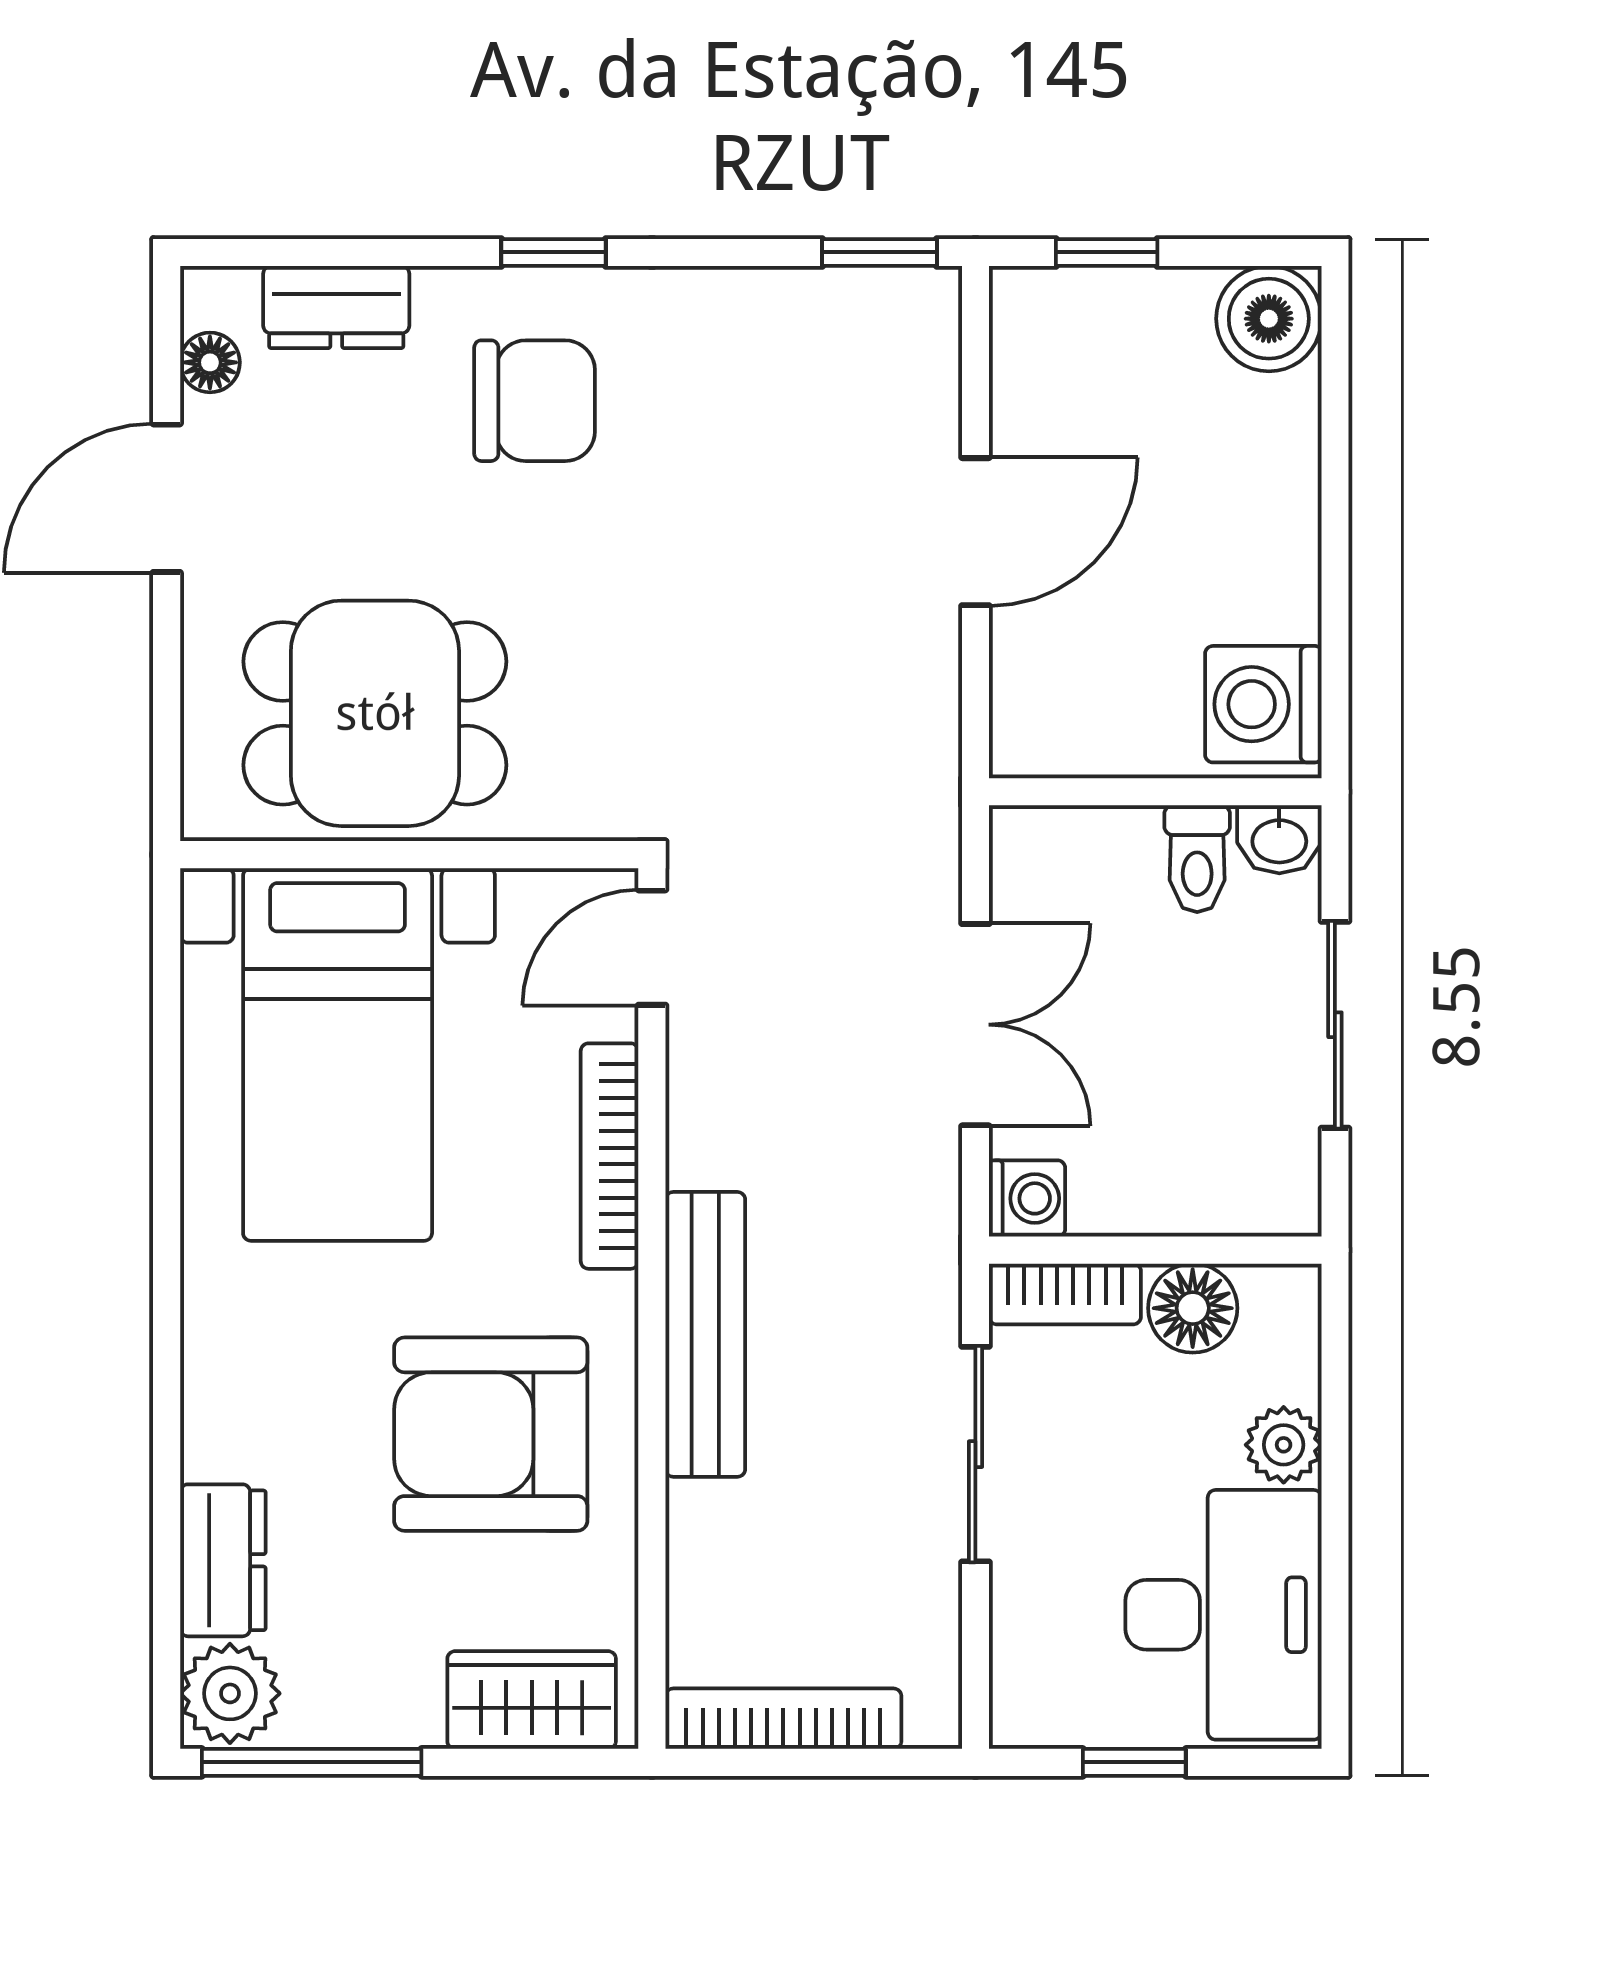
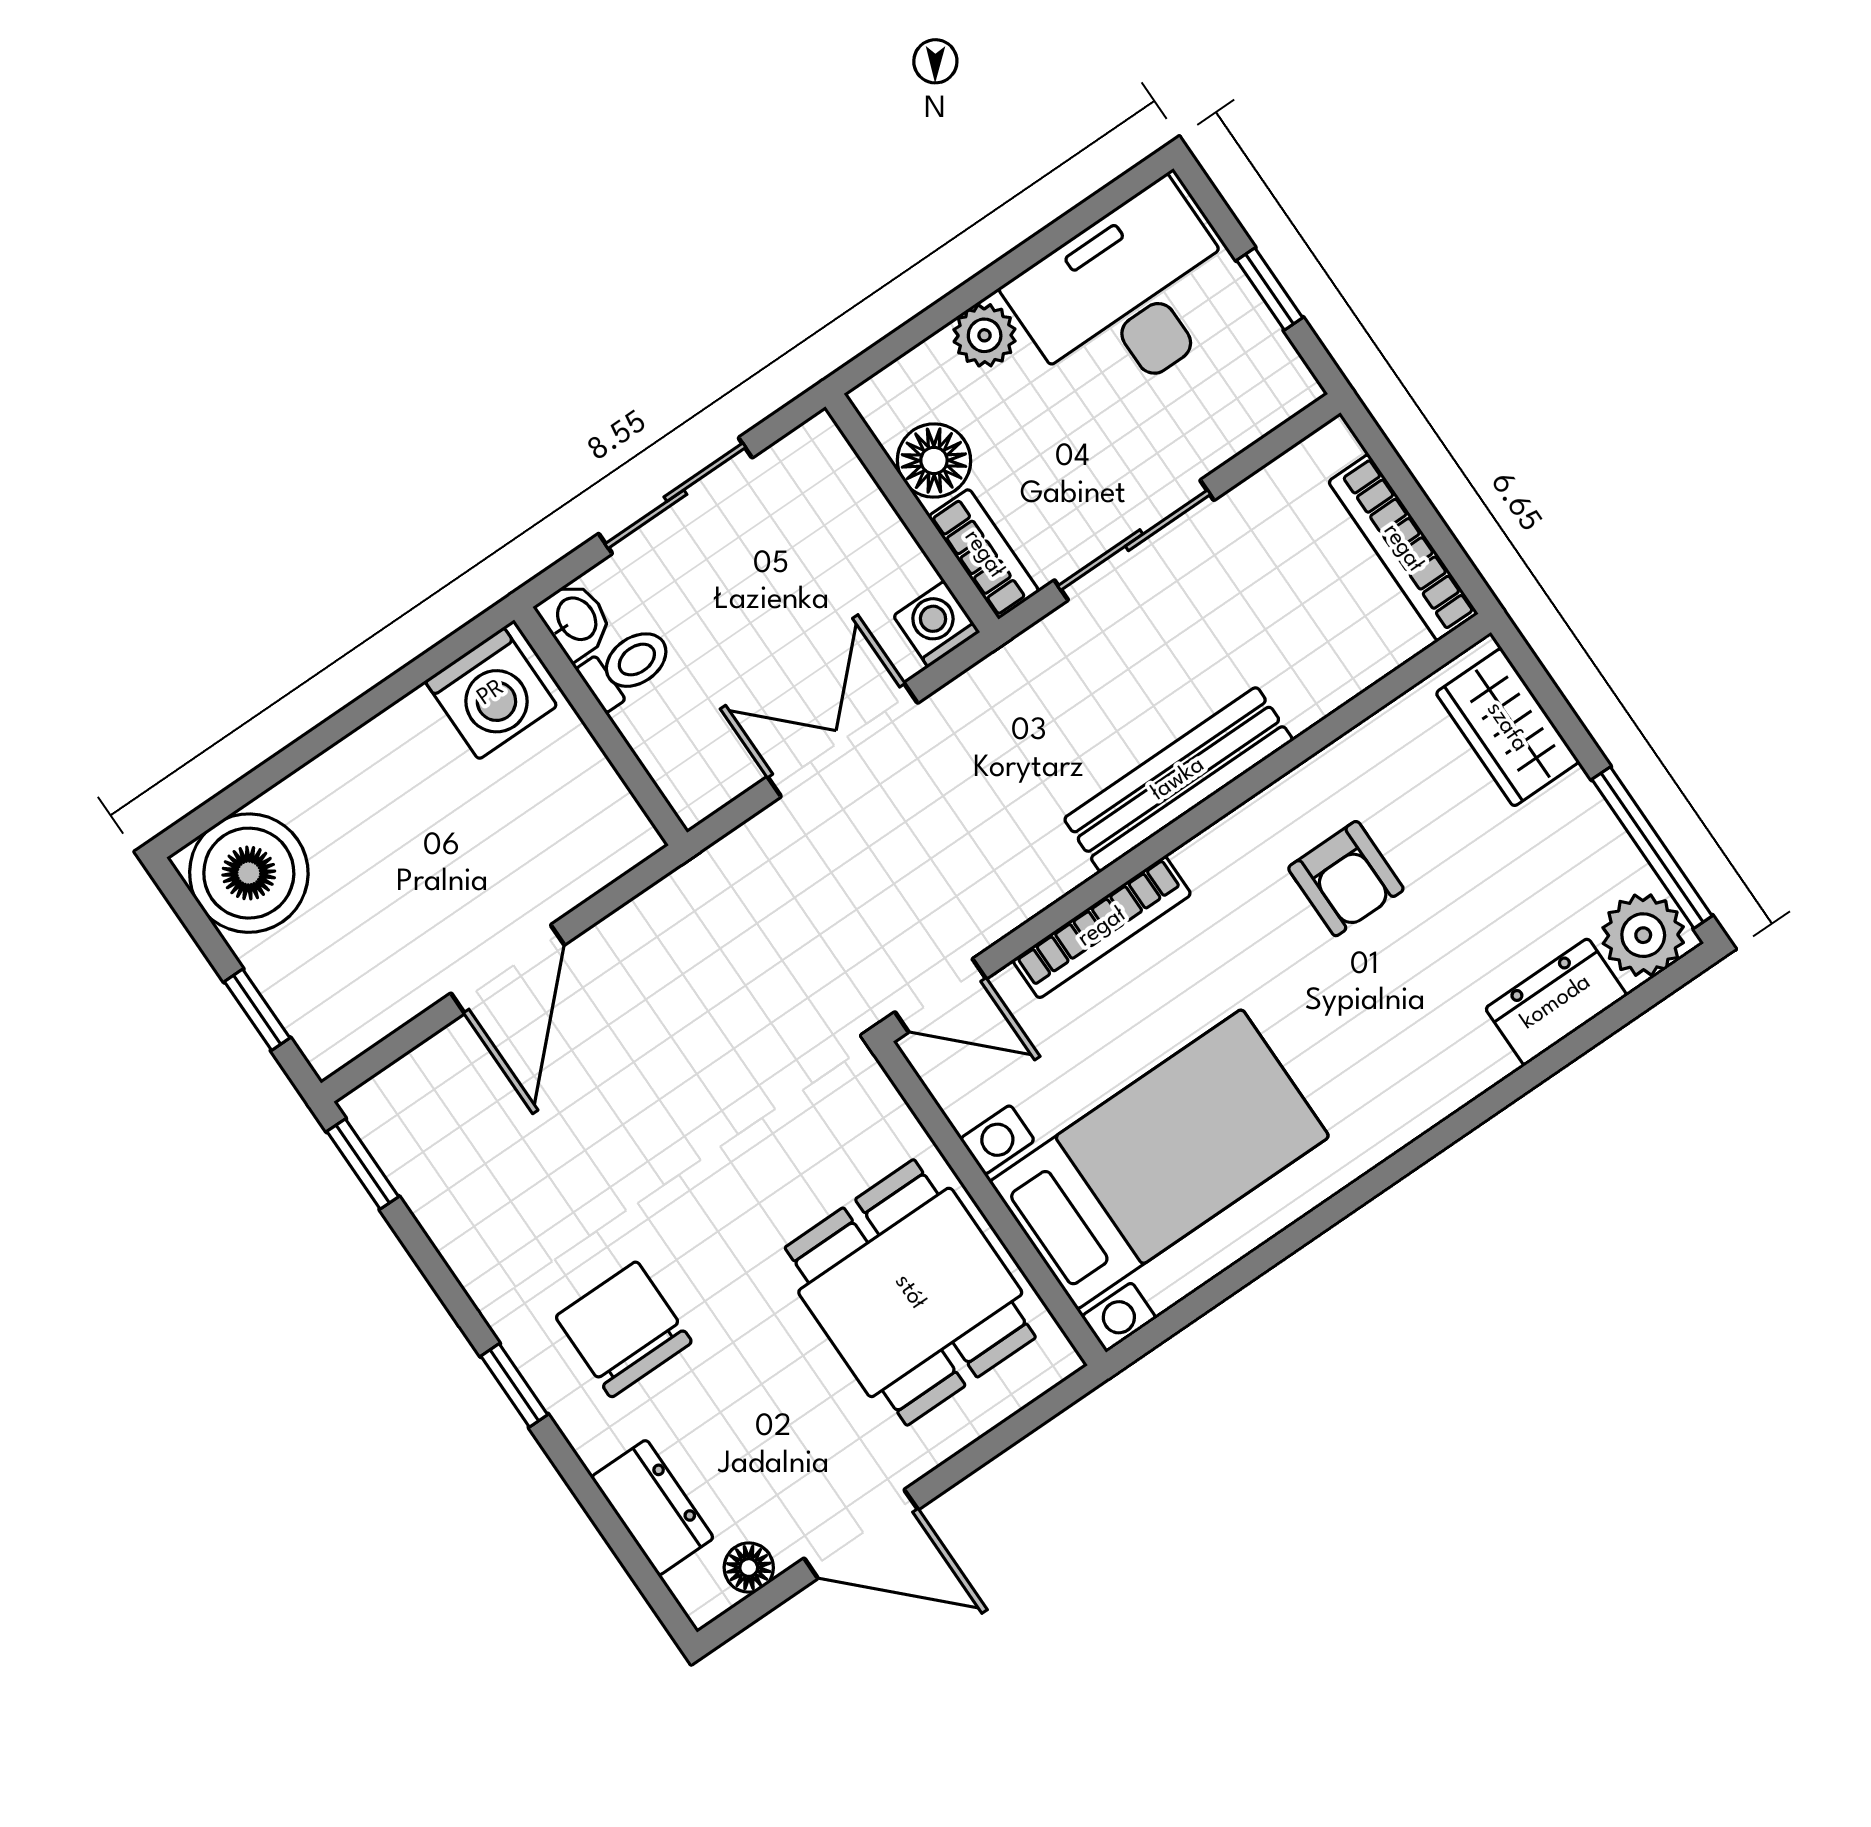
boiler: (1269, 319) -> (249, 873), width x1.37, depth x1.37
door: (975, 532) -> (508, 969), swing flipped
armchair: (491, 1434) -> (1346, 879), width x0.53, depth x0.53

